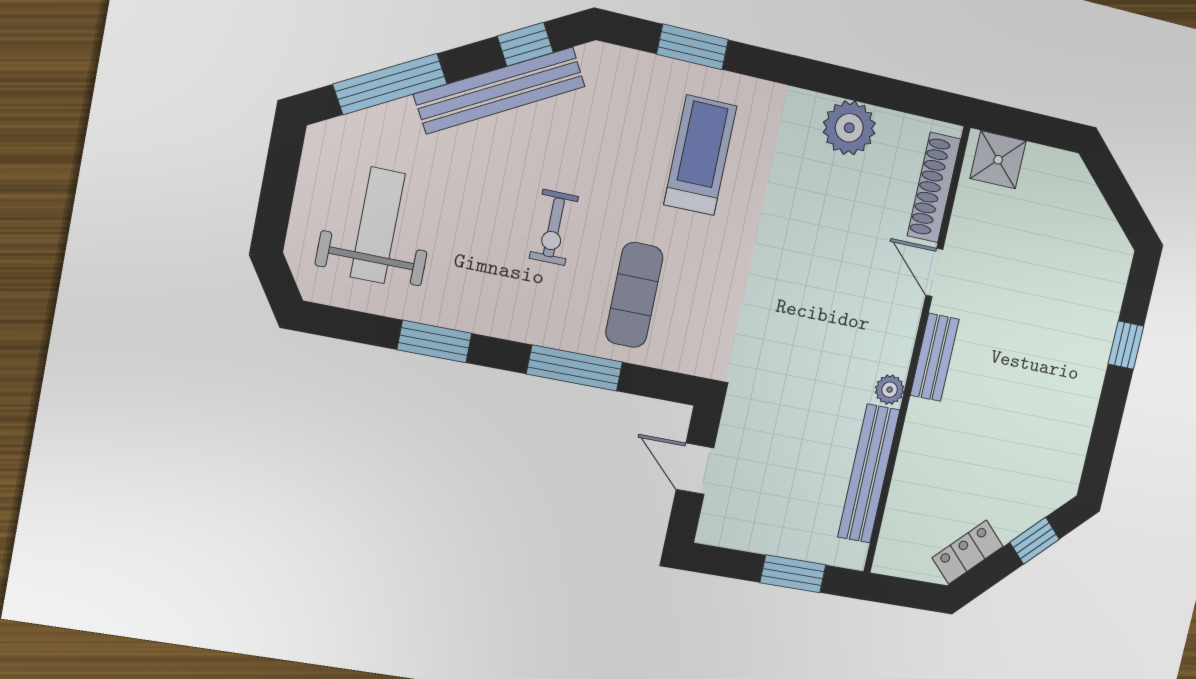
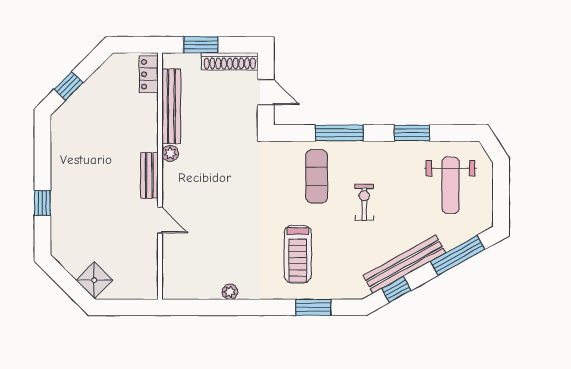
plant: (849, 128) -> (230, 292), width x0.53, depth x0.53
shower: (998, 160) -> (94, 280), moved, turned 45
shoe rack: (934, 188) -> (230, 61), moved, turned 90
locker: (968, 552) -> (149, 74), moved, turned 135

